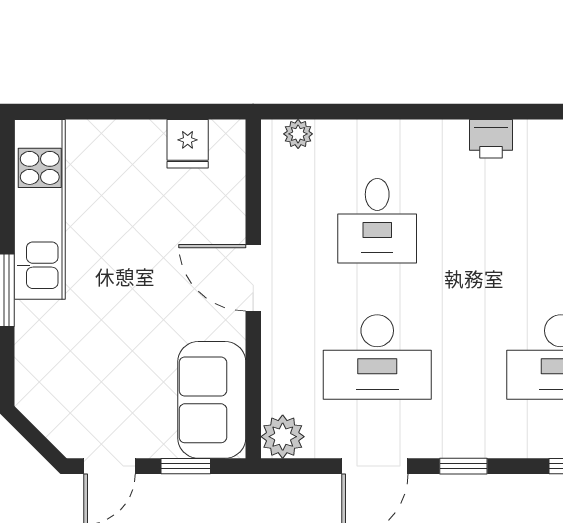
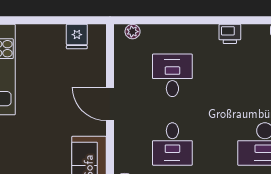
desk: (377, 221) -> (172, 75), turned 180
desk: (377, 357) -> (172, 144), width x0.73

